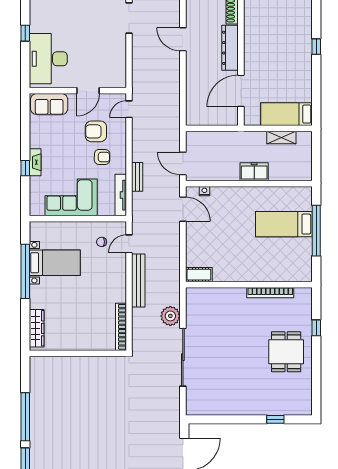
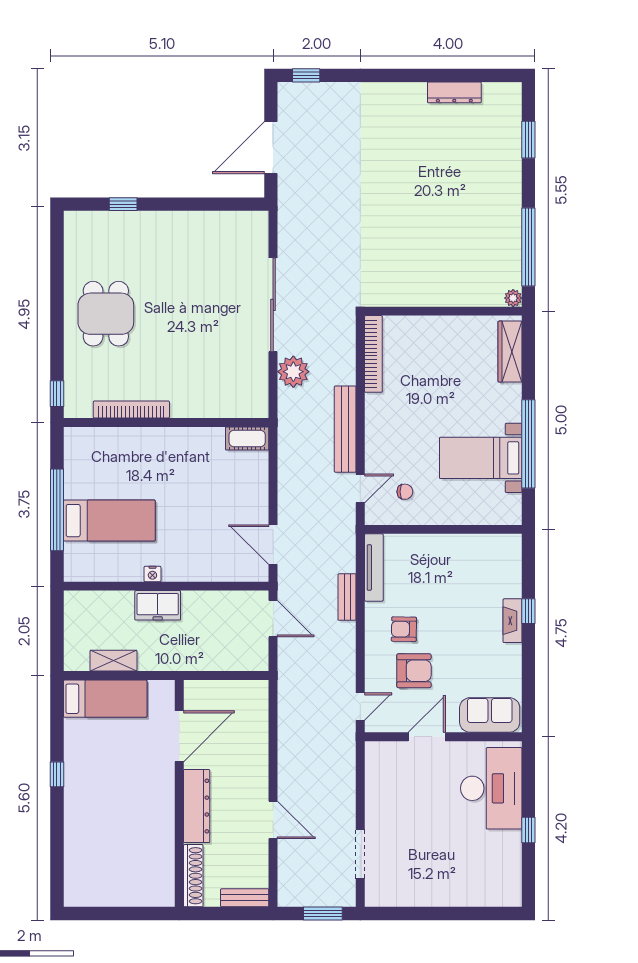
window: (316, 47) -> (57, 774), moved
nightstand: (204, 191) -> (152, 574), moved
corner sofa: (71, 197) -> (454, 564), removed
window: (316, 328) -> (57, 394), moved
plant: (35, 361) -> (513, 298), added
window: (25, 417) -> (528, 247), moved

